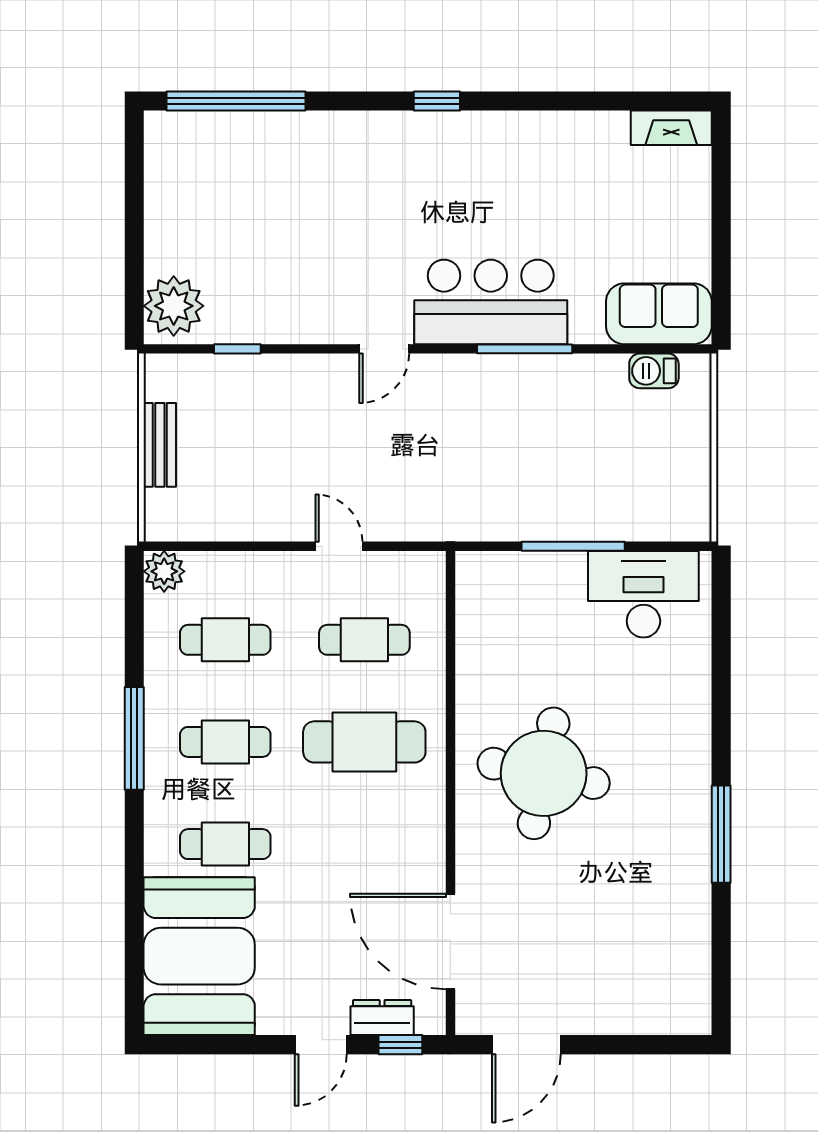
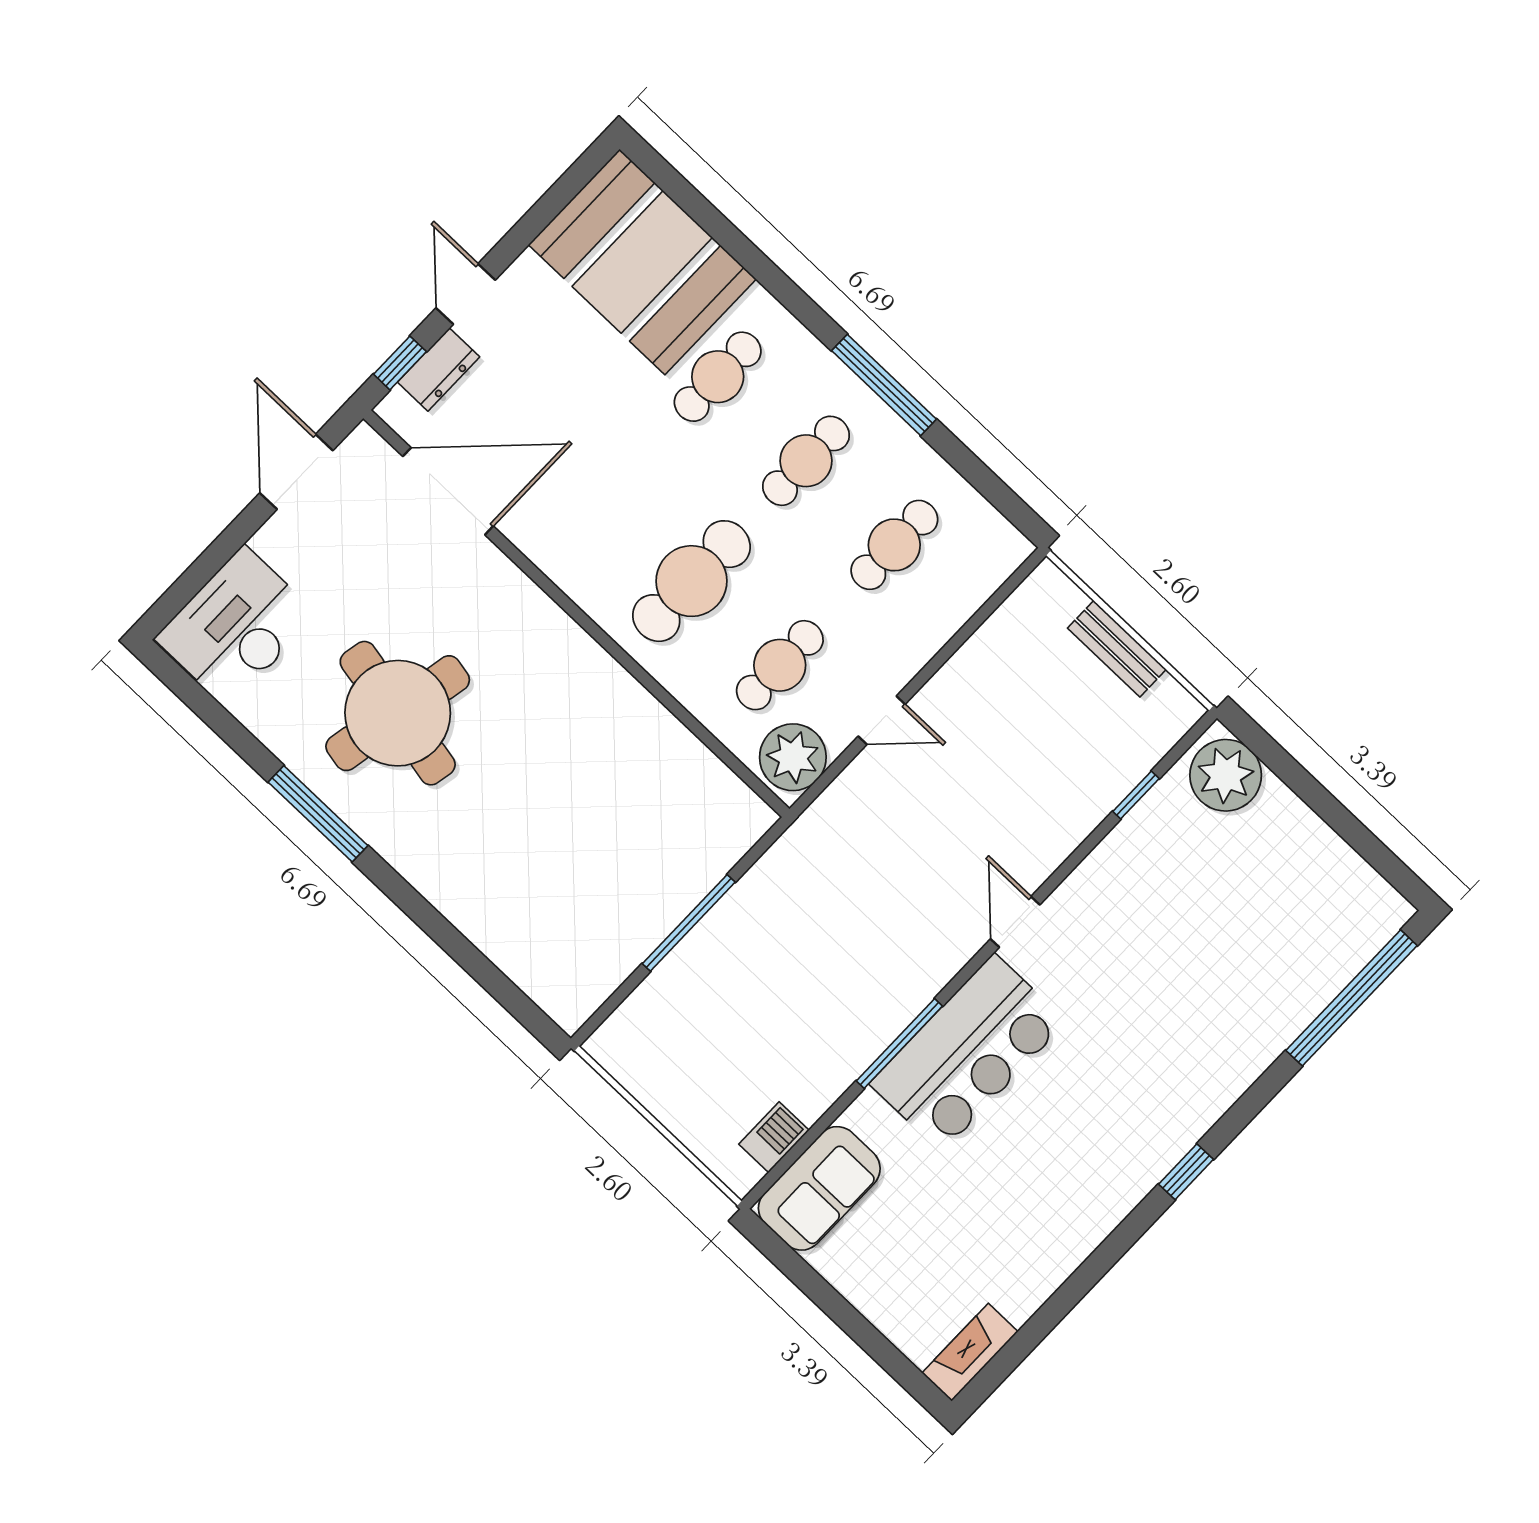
plant: (164, 571) -> (793, 757), moved, width x1.36, depth x1.36
desk: (643, 594) -> (236, 627), moved, turned 180
round table: (544, 773) -> (398, 713), moved

